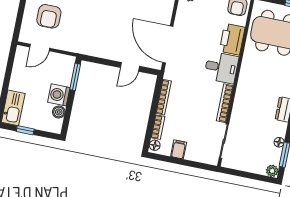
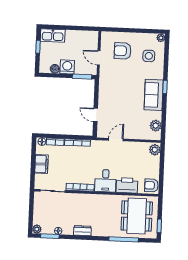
door: (168, 45) -> (116, 140), width x0.53
door: (40, 48) -> (99, 58), moved
filing cabinet: (179, 149) -> (41, 164), width x2.00

